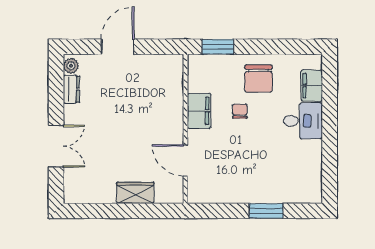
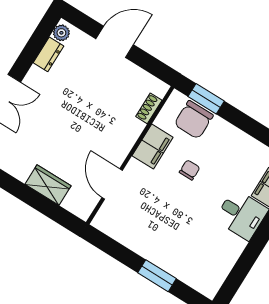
chair: (258, 79) -> (194, 120), moved
shoe rack: (177, 83) -> (149, 108), added

